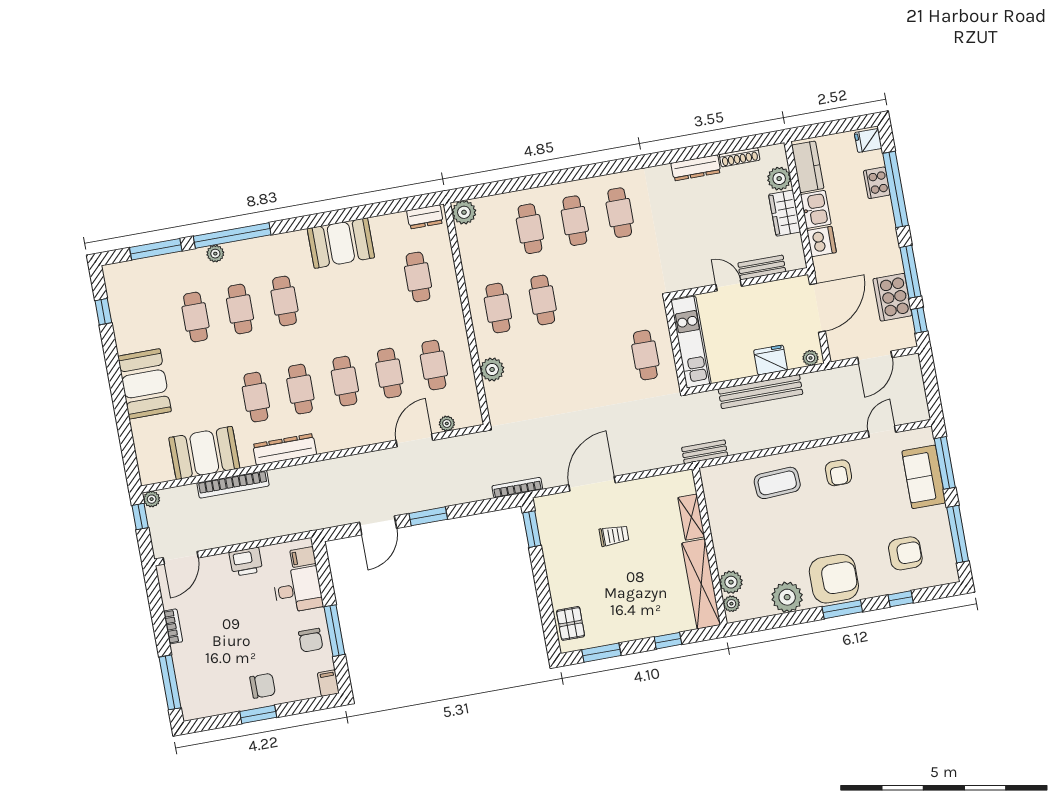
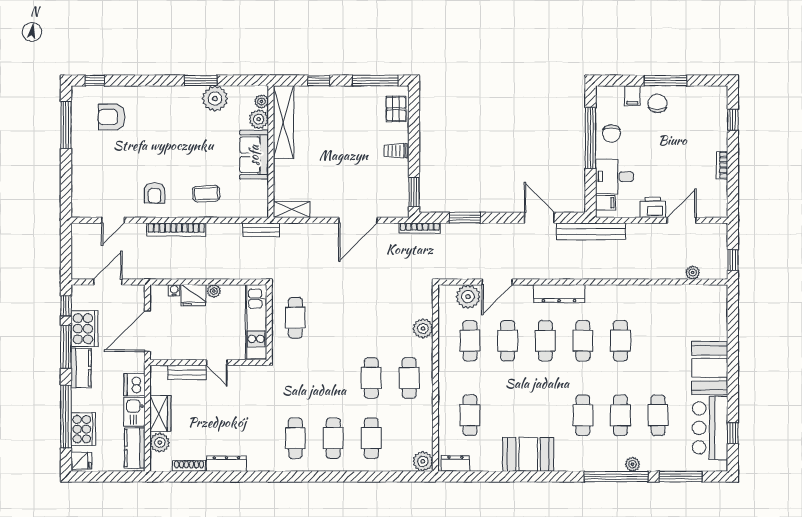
cooker: (877, 183) -> (83, 429), width x1.37, depth x1.31
kitchen counter: (888, 250) -> (81, 368), added
bar counter: (131, 313) -> (710, 428), added
plant: (811, 358) -> (214, 291), moved
water cooler: (795, 362) -> (174, 290), added
bench: (761, 392) -> (591, 231), moved
plant: (447, 423) -> (468, 297), width x1.88, depth x1.88
dresser: (285, 449) -> (559, 294), moved
booth: (204, 453) -> (671, 303), removed
window: (945, 463) -> (66, 185), removed
armchair: (838, 473) -> (155, 193), turned 180
sofa: (924, 477) -> (254, 155), moved, turned 180
coffee table: (777, 483) -> (206, 194), width x0.73, depth x0.77
bookcase: (233, 484) -> (176, 230), moved, turned 180
plant: (152, 499) -> (693, 273), moved
window: (428, 516) -> (465, 218), moved
shelving: (691, 517) -> (292, 209), moved, turned 90
door: (378, 525) -> (539, 218), hinge flipped
trolley: (614, 536) -> (396, 151), moved
door: (181, 558) -> (682, 220), moved
armchair: (834, 579) -> (174, 107), removed
window: (901, 599) -> (95, 81), moved
window: (842, 609) -> (201, 81), moved
window: (334, 631) -> (591, 138), width x1.46
chair: (311, 640) -> (611, 134), turned 180
window: (601, 653) -> (375, 81), width x1.44
window: (170, 682) -> (733, 120), width x0.46
filing cabinet: (328, 683) -> (632, 96), moved
chair: (263, 686) -> (657, 103), turned 90
window: (258, 714) -> (665, 81), width x1.44

